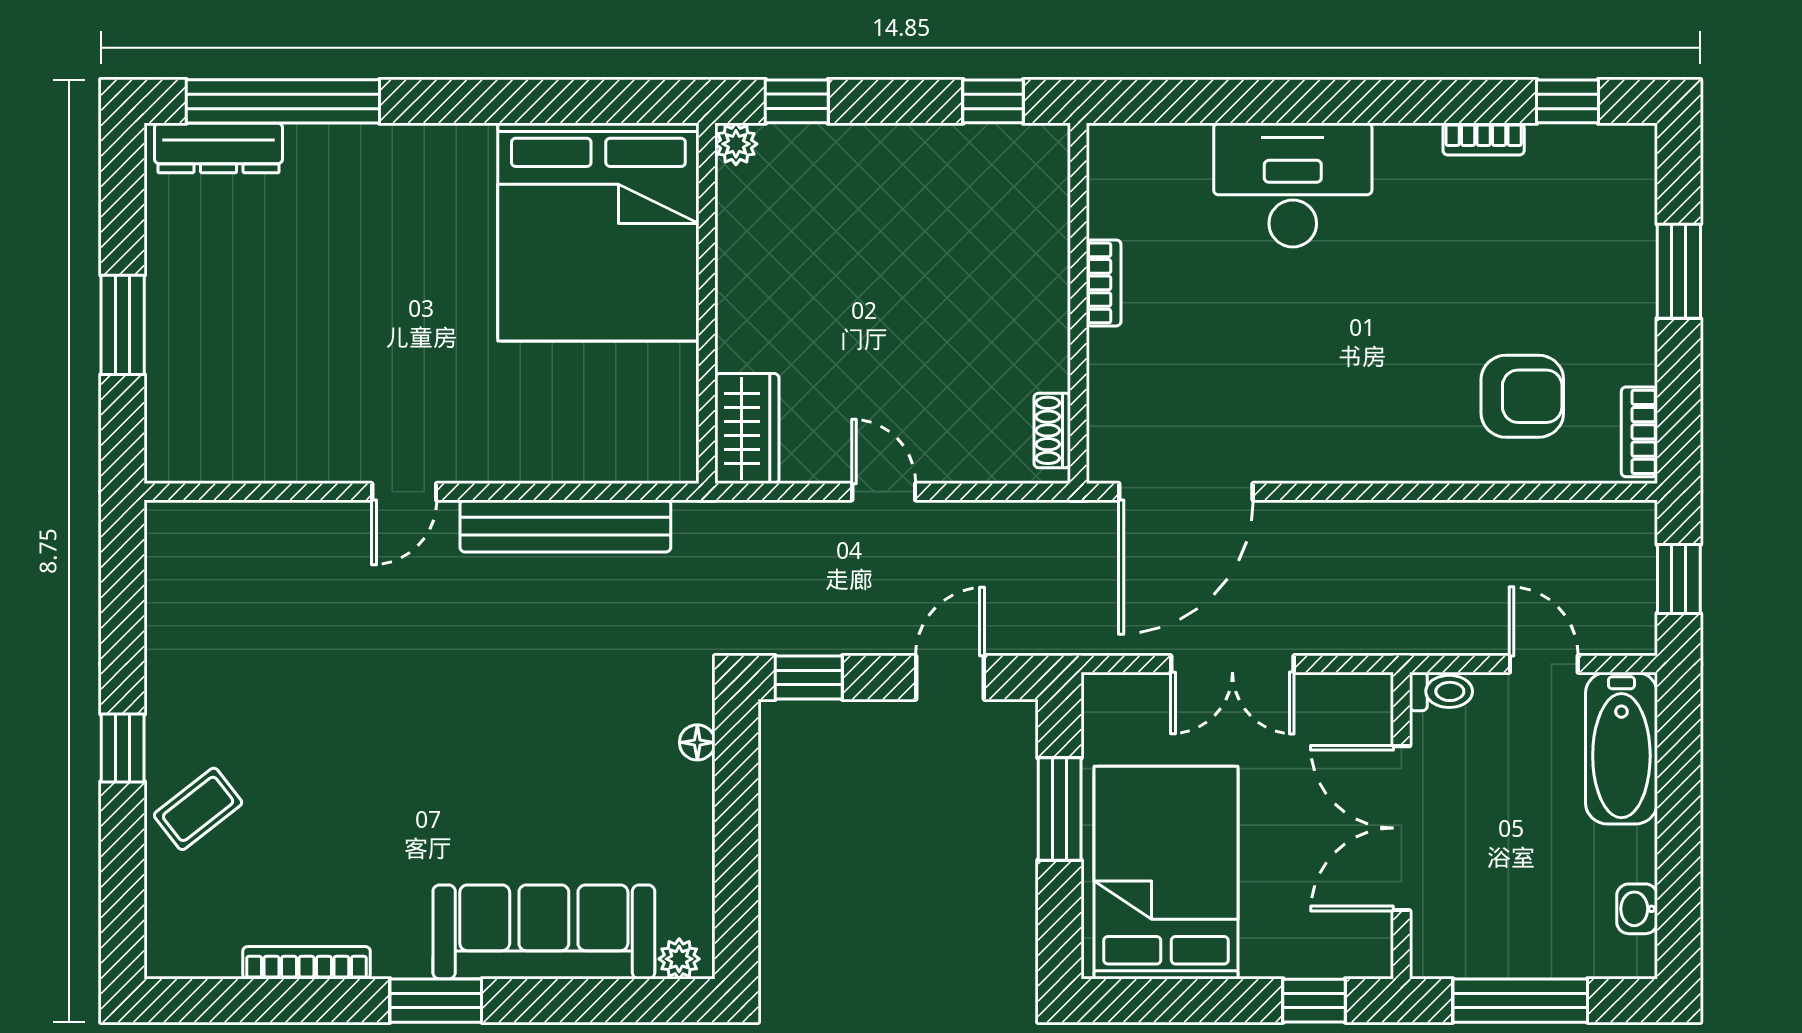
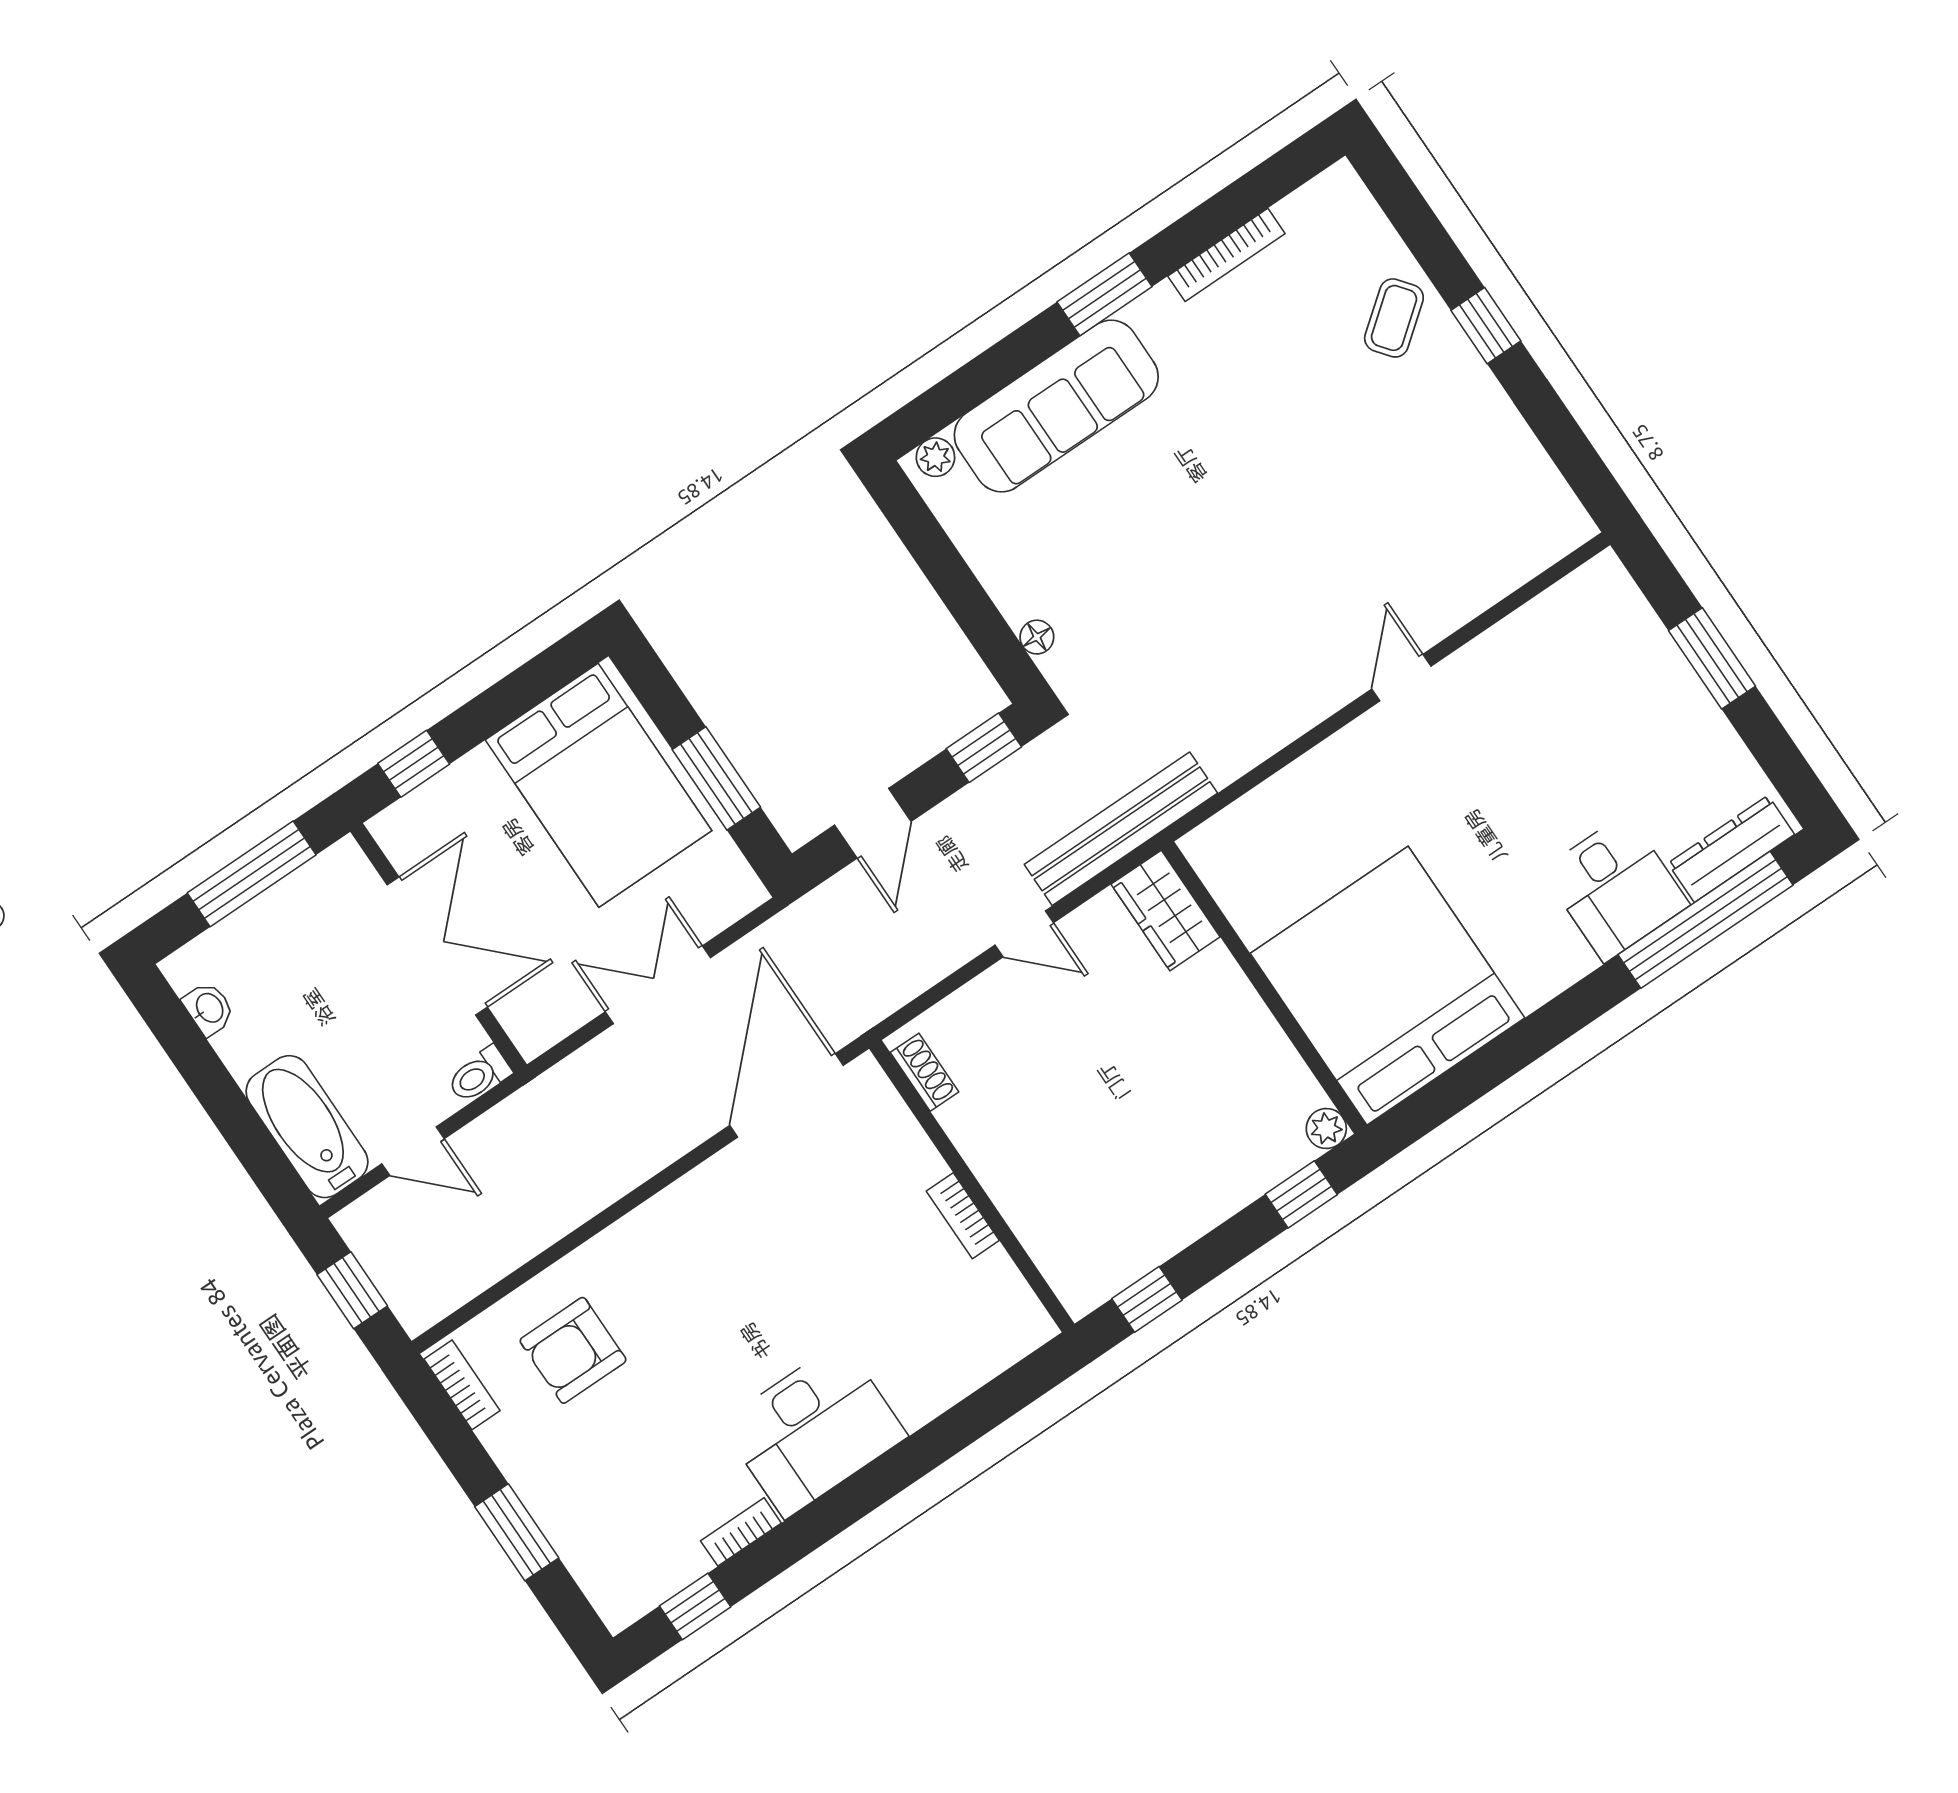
desk: (342, 183) -> (1616, 888), added
desk: (1293, 185) -> (814, 1430), moved
bench: (565, 526) -> (1121, 829), moved

